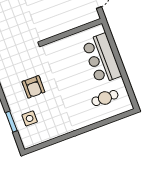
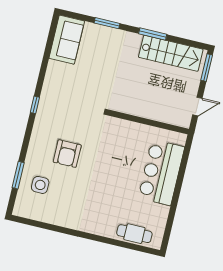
cafe table: (105, 98) -> (134, 234), moved

